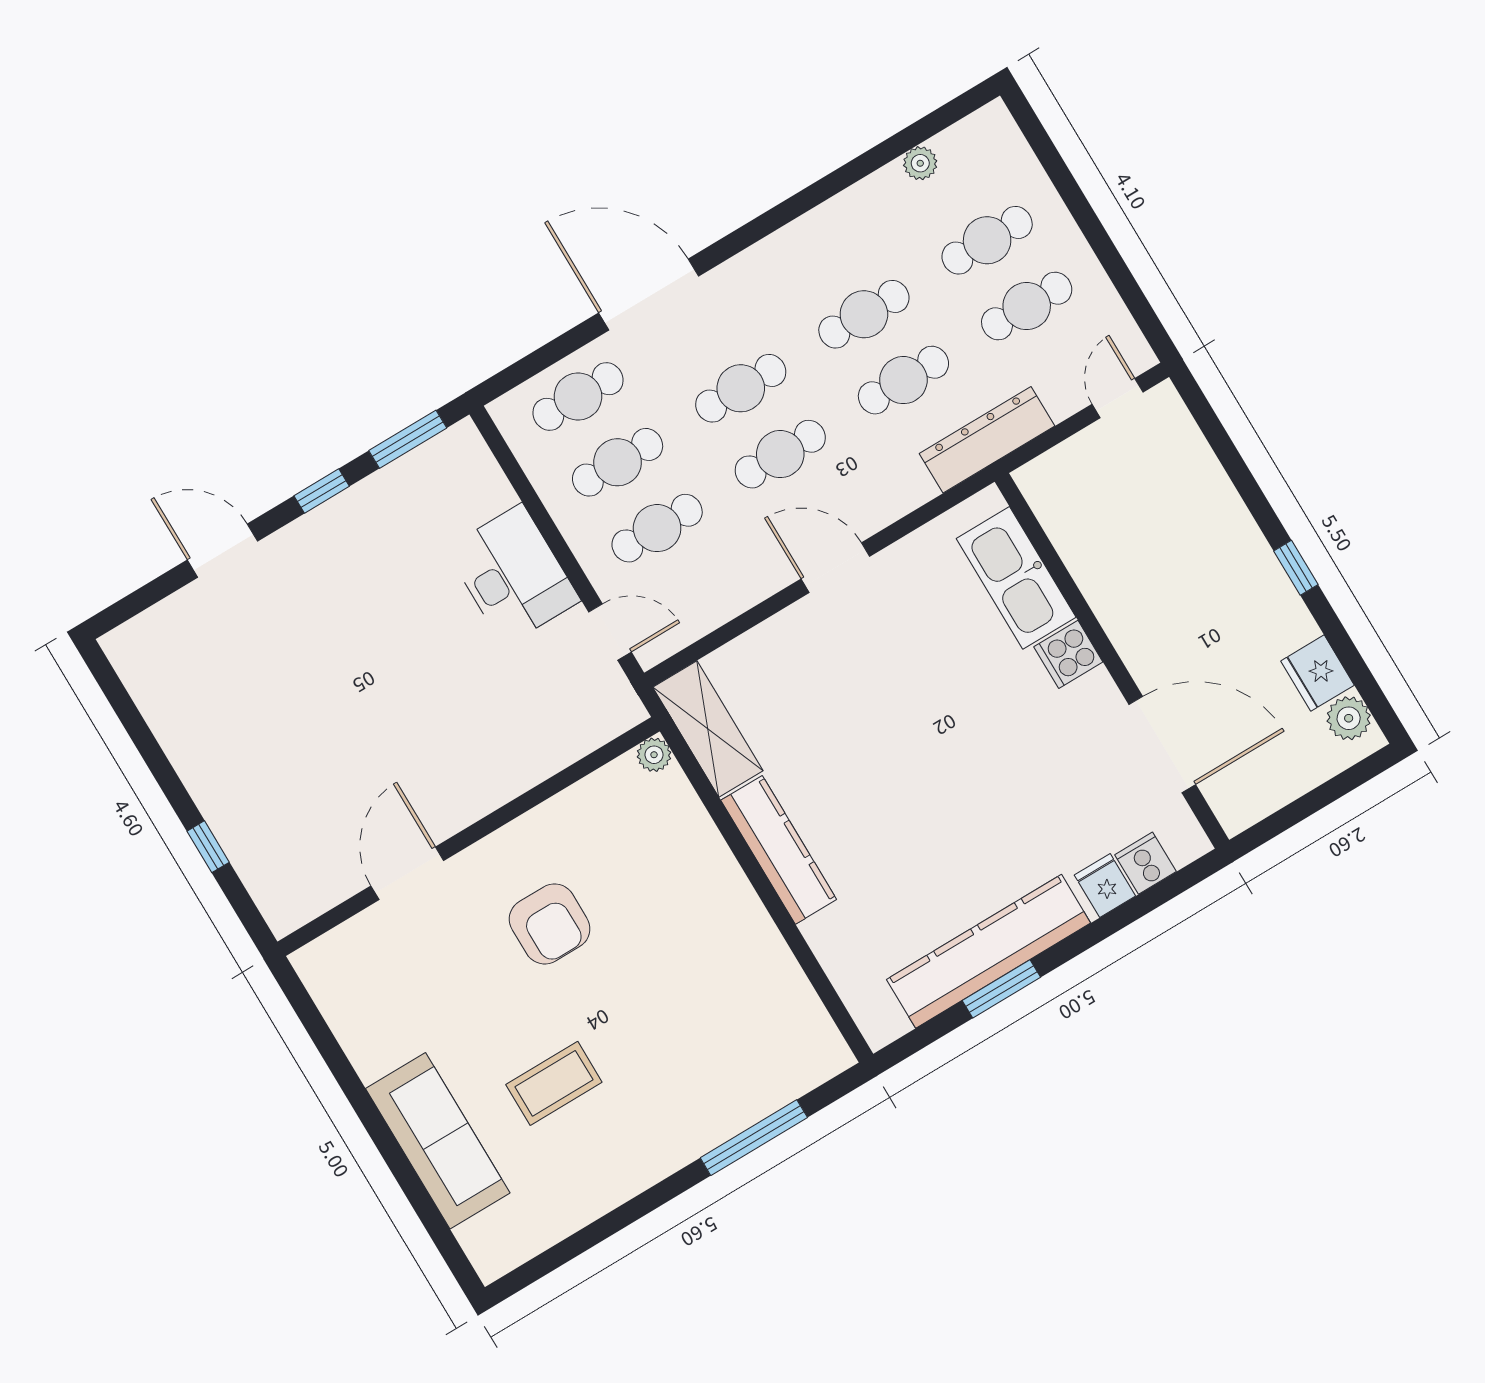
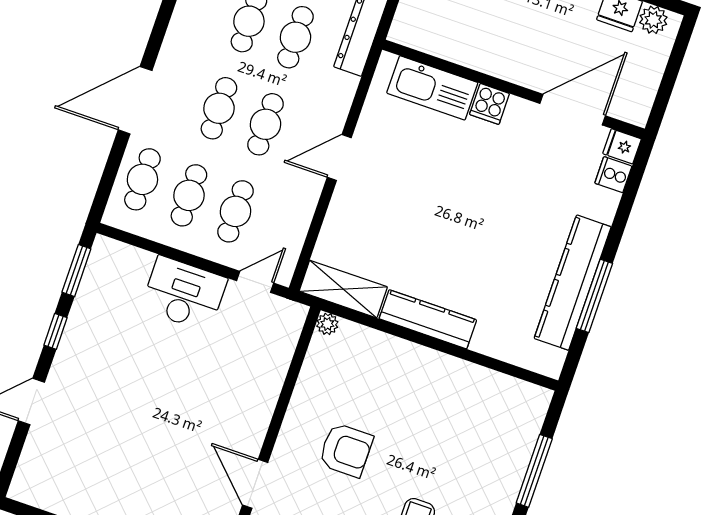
fridge: (1105, 886) -> (622, 146), moved
window: (1001, 989) -> (594, 296), width x1.44

